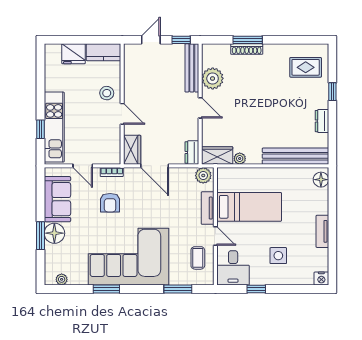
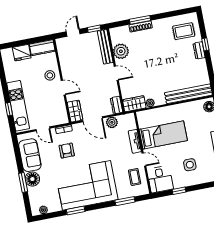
dresser: (322, 121) -> (199, 50), moved
plant: (203, 175) -> (112, 122), moved
armchair: (110, 203) -> (67, 151), turned 180

